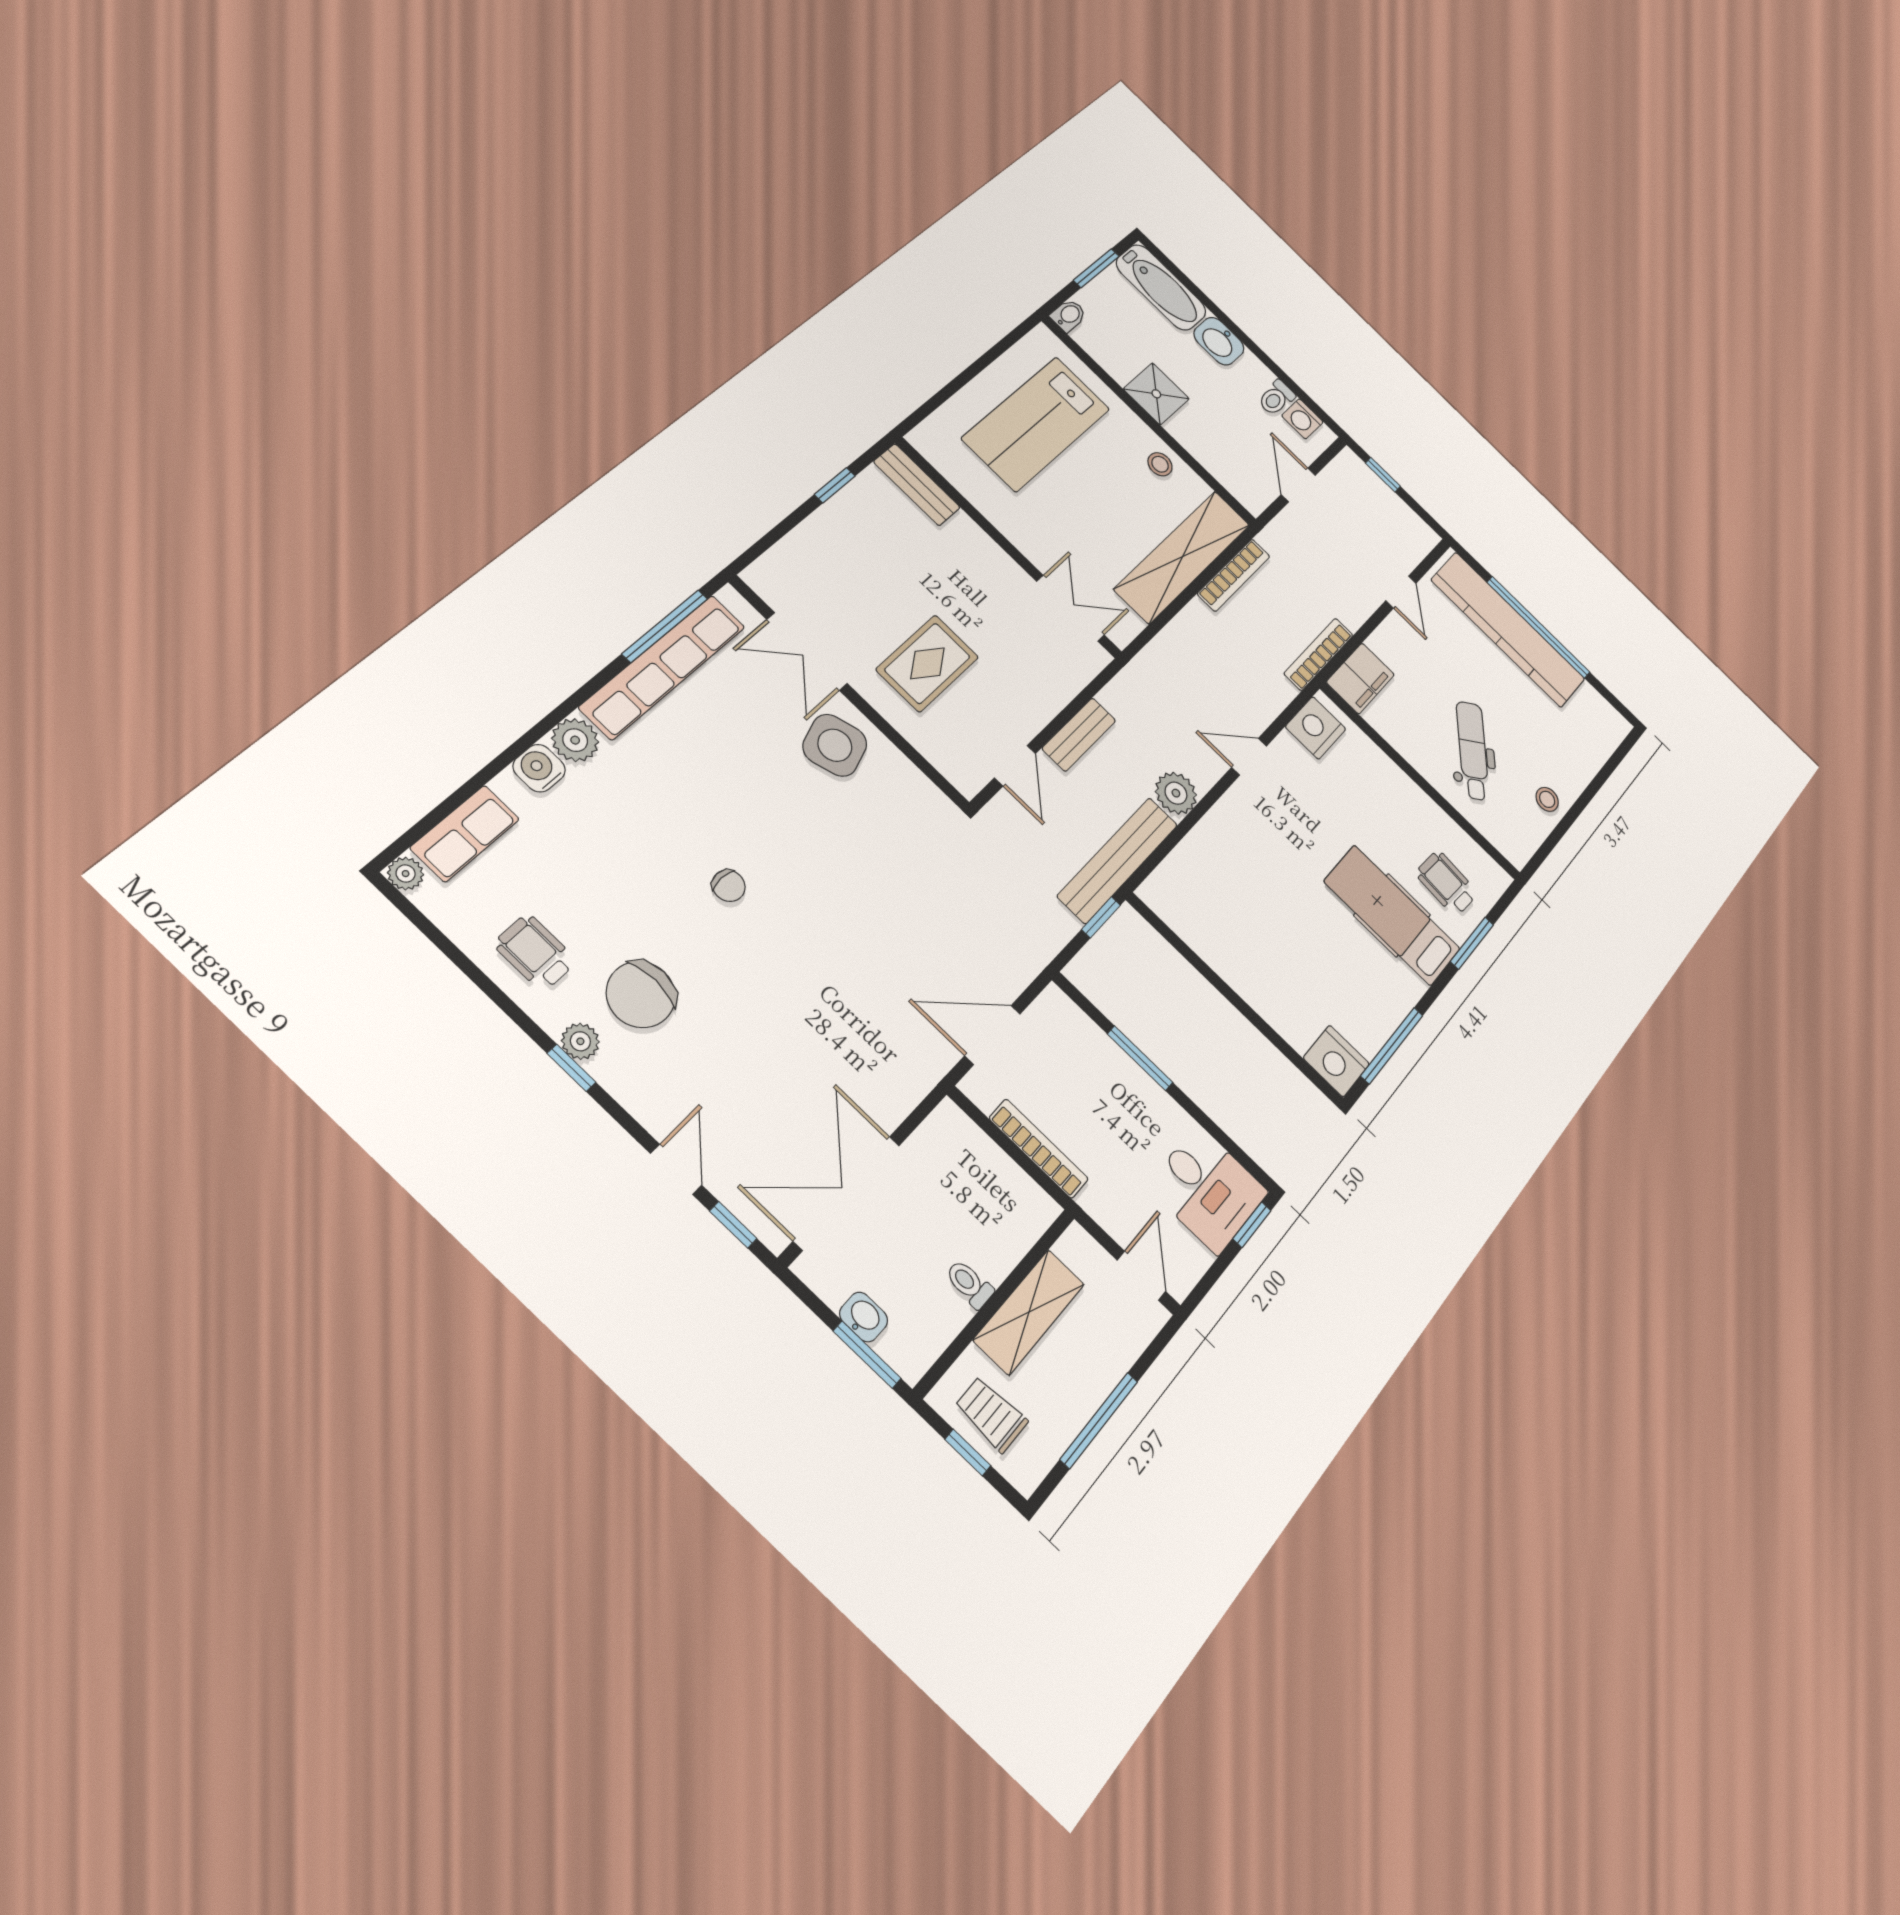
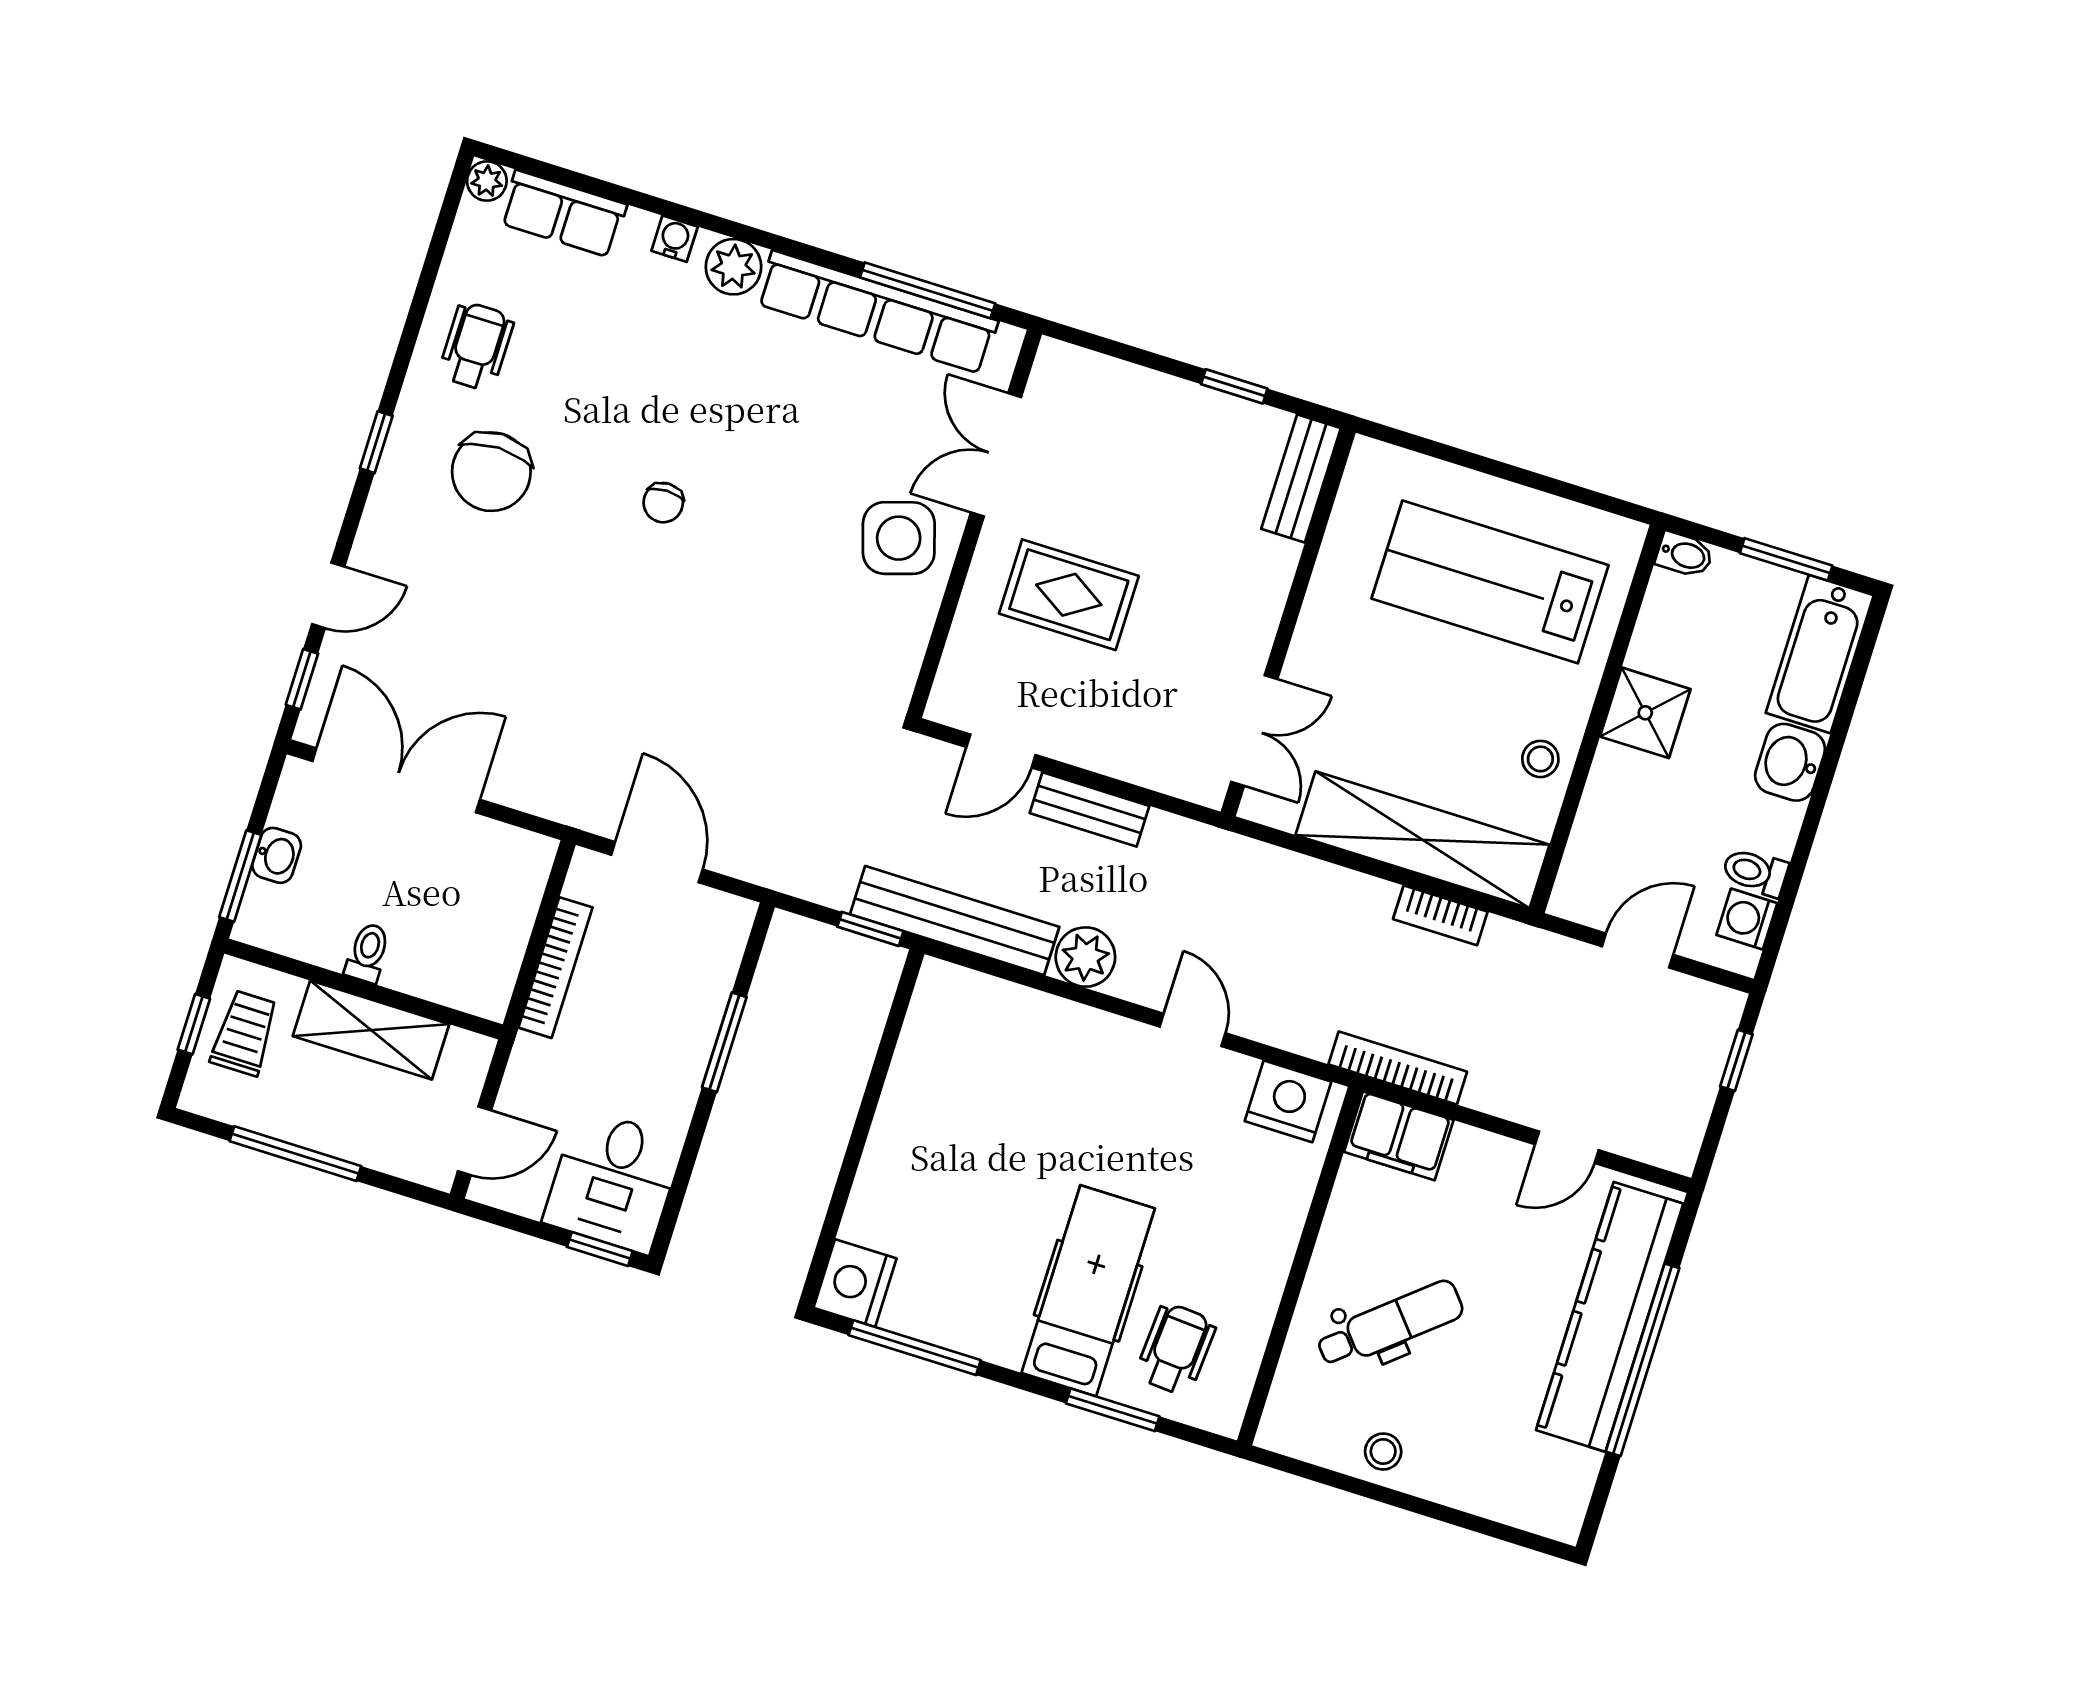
bookcase: (1234, 575) -> (1440, 915), width x0.64
water cooler: (539, 768) -> (675, 239), width x0.72, depth x0.72
chair: (641, 994) -> (491, 472), turned -90
plant: (580, 1041) -> (408, 437), removed

